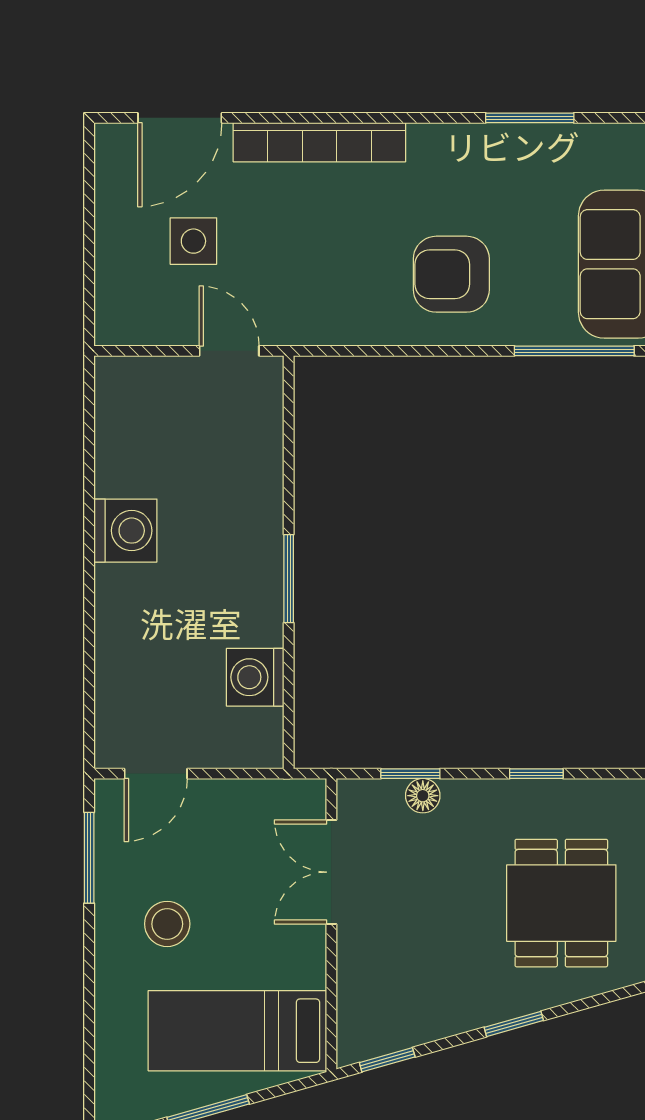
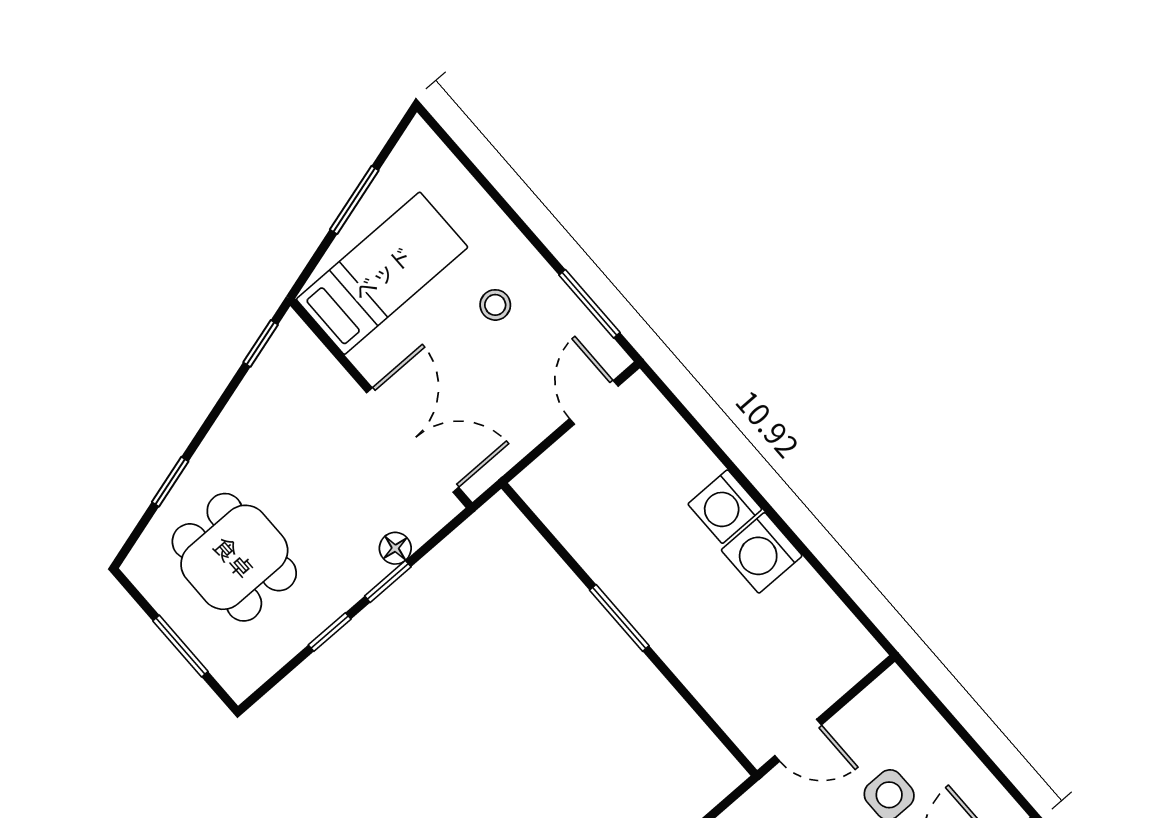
washing machine: (255, 677) -> (725, 507), moved, turned 180
window: (410, 774) -> (388, 581), moved
double door: (331, 872) -> (413, 440), width x1.37
stool: (167, 924) -> (495, 305), width x0.73, depth x0.73
window: (514, 1024) -> (170, 482), moved

